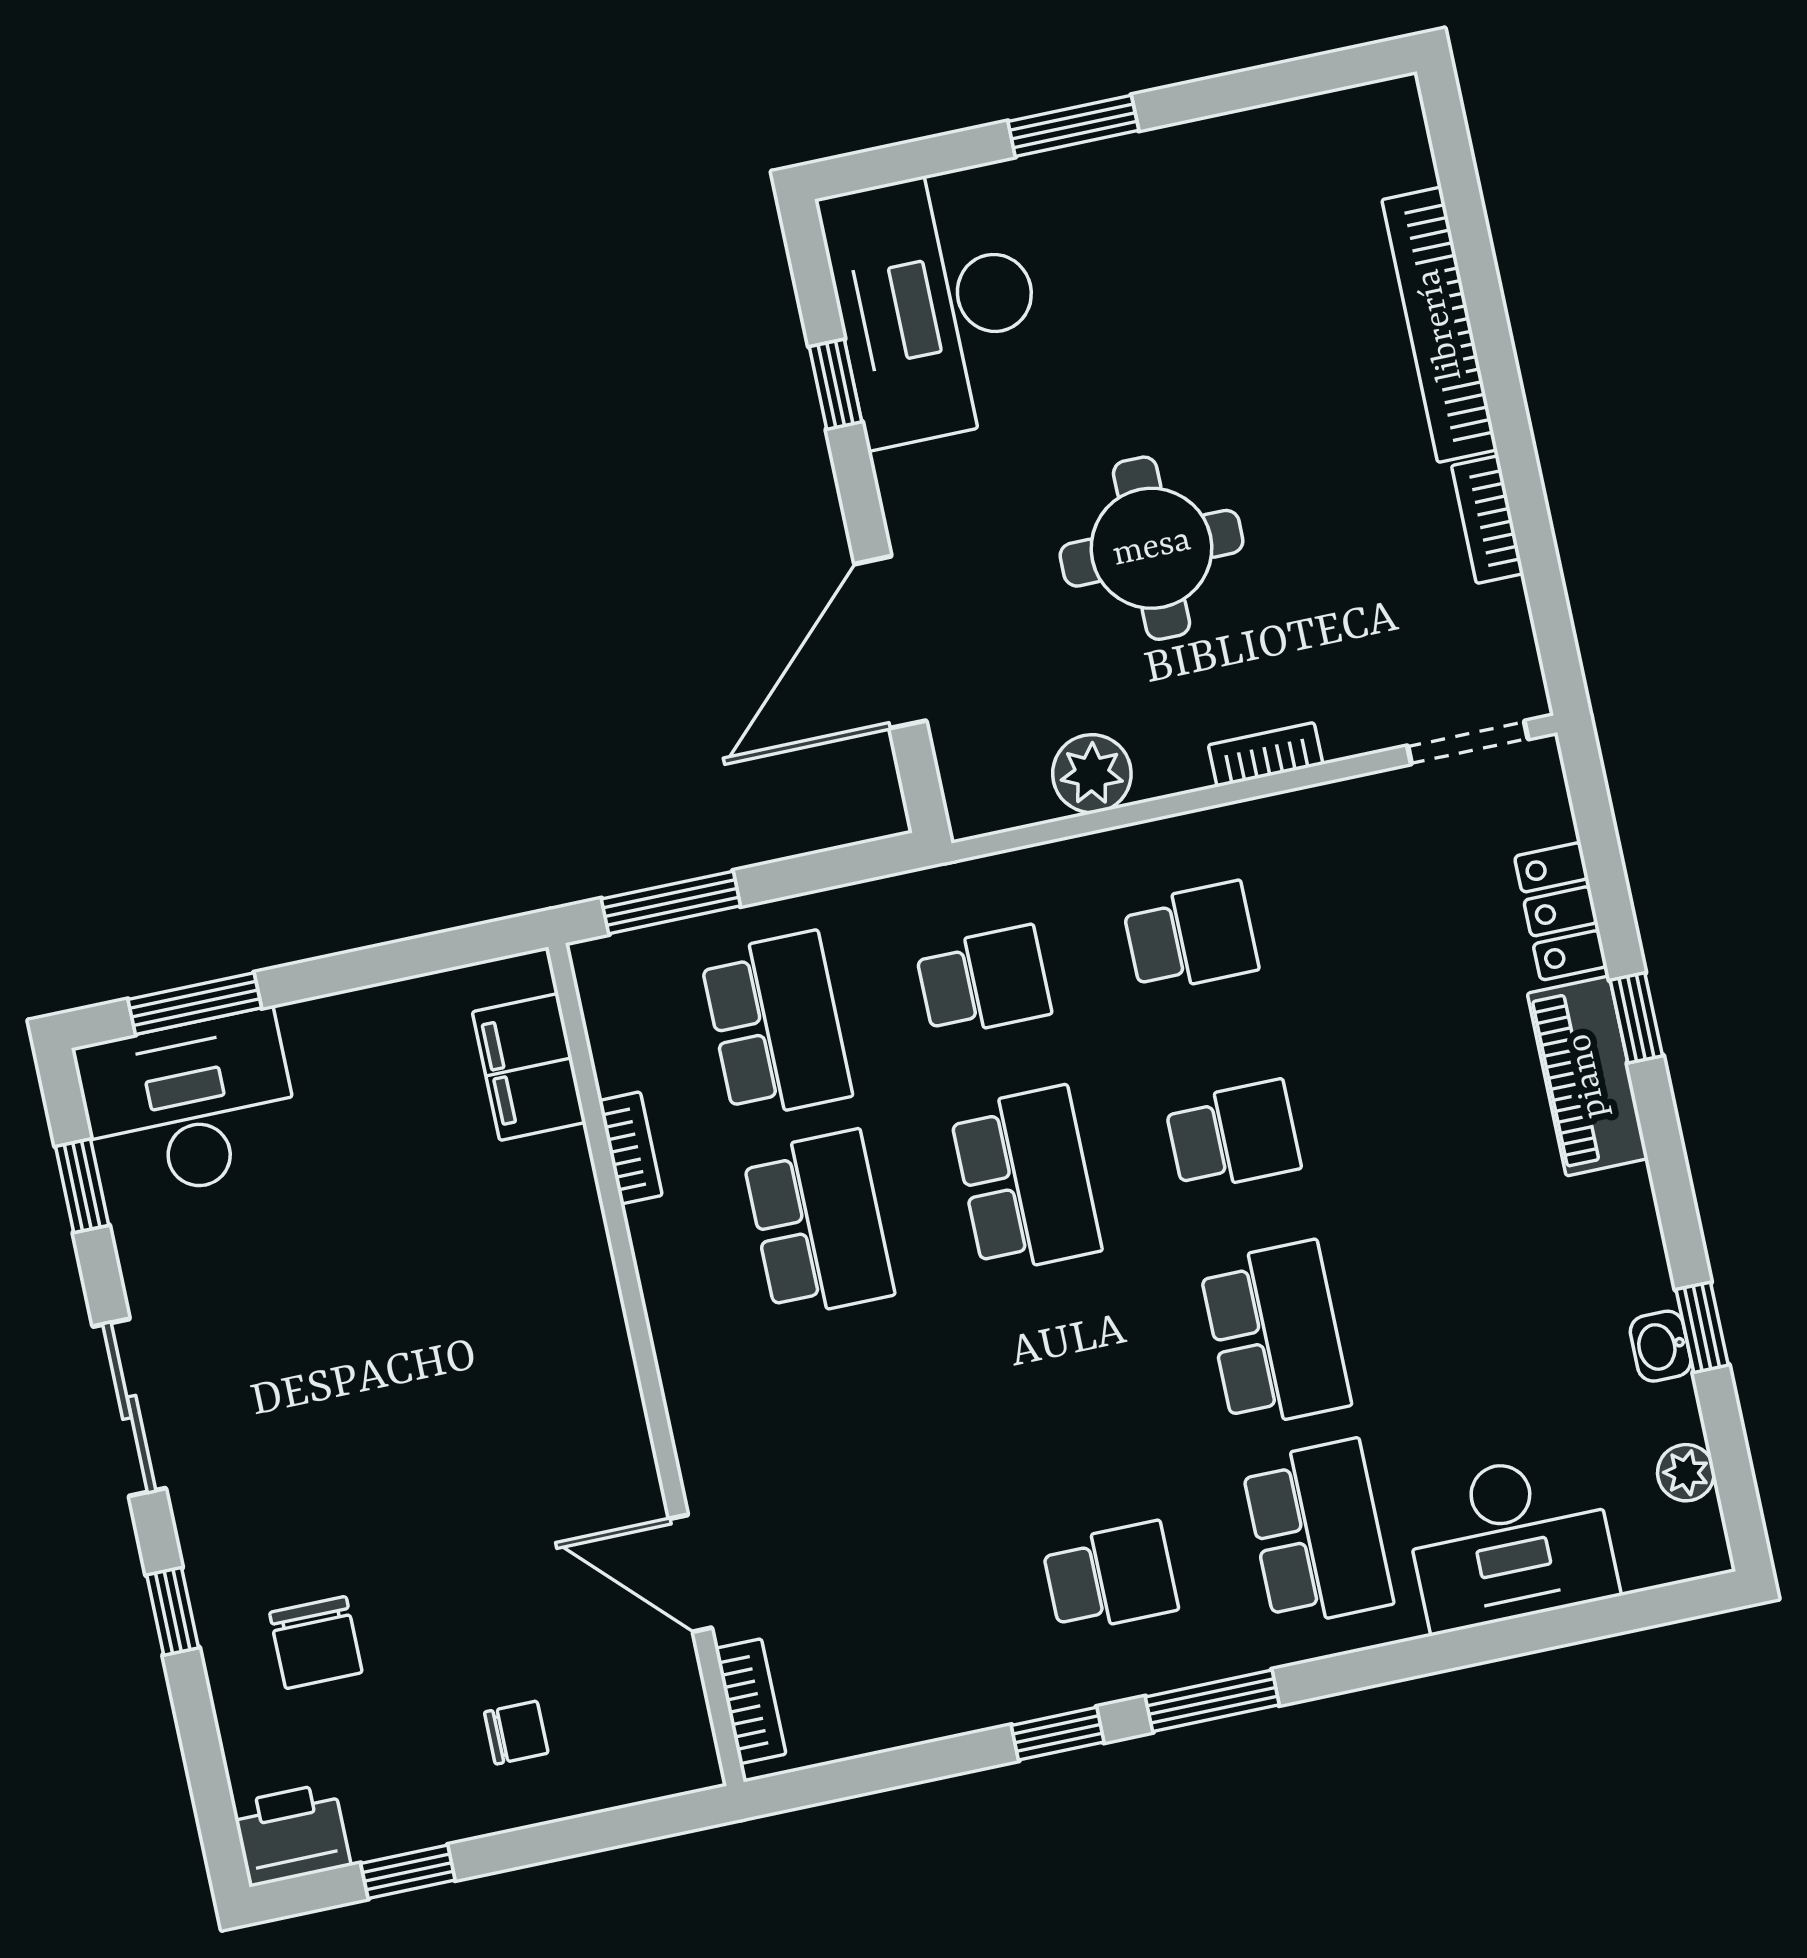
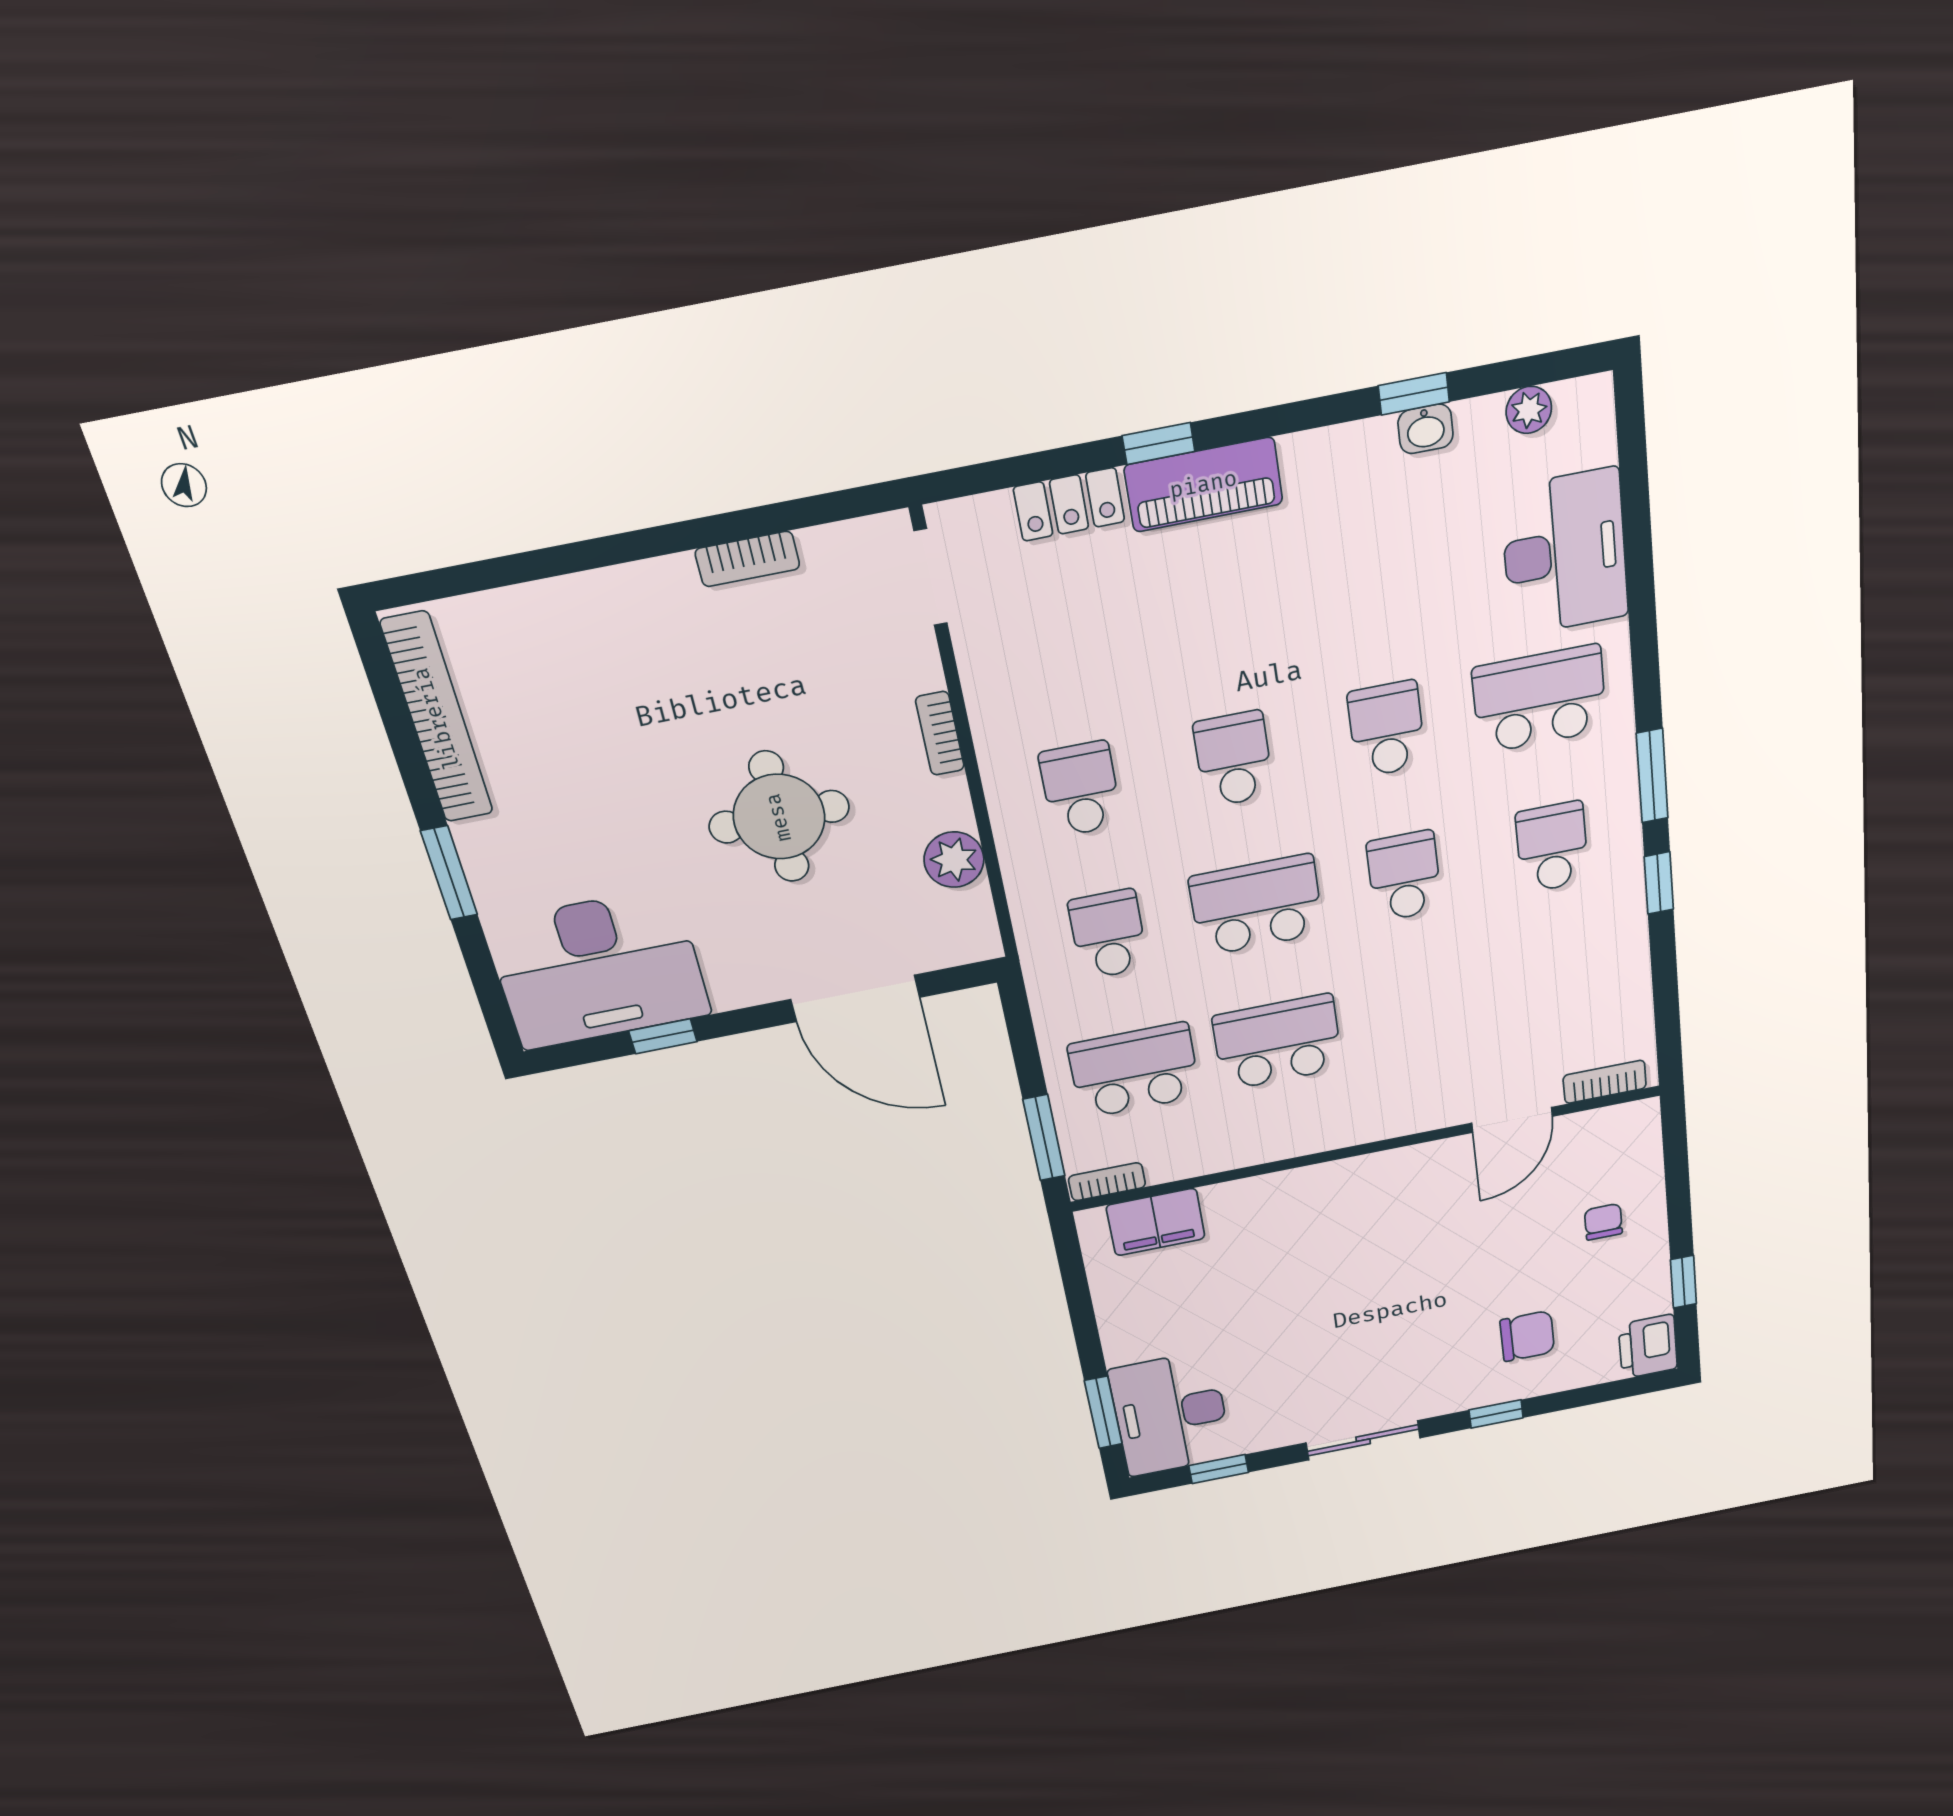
bookcase: (1440, 325) -> (437, 718), moved, turned -90
bookcase: (630, 1148) -> (1107, 1182), moved
school desk: (1275, 1335) -> (1387, 729), width x0.54
school desk: (1068, 1379) -> (1404, 876), added

